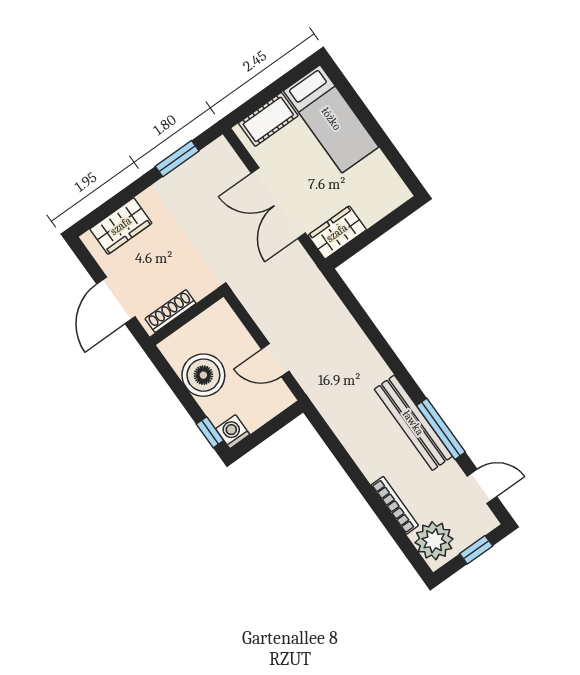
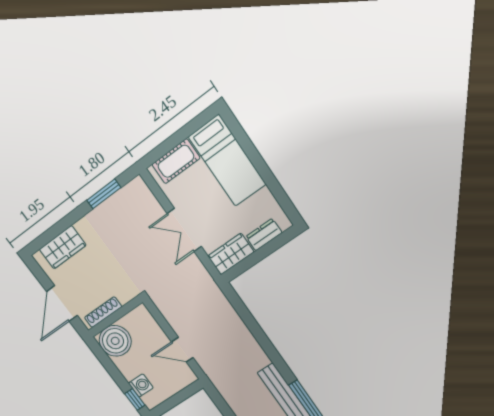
double door: (278, 203) -> (184, 230), width x0.73
dresser: (378, 208) -> (264, 235), added
boiler: (203, 375) -> (115, 341), moved
washing machine: (233, 432) -> (141, 385), moved, turned 90

